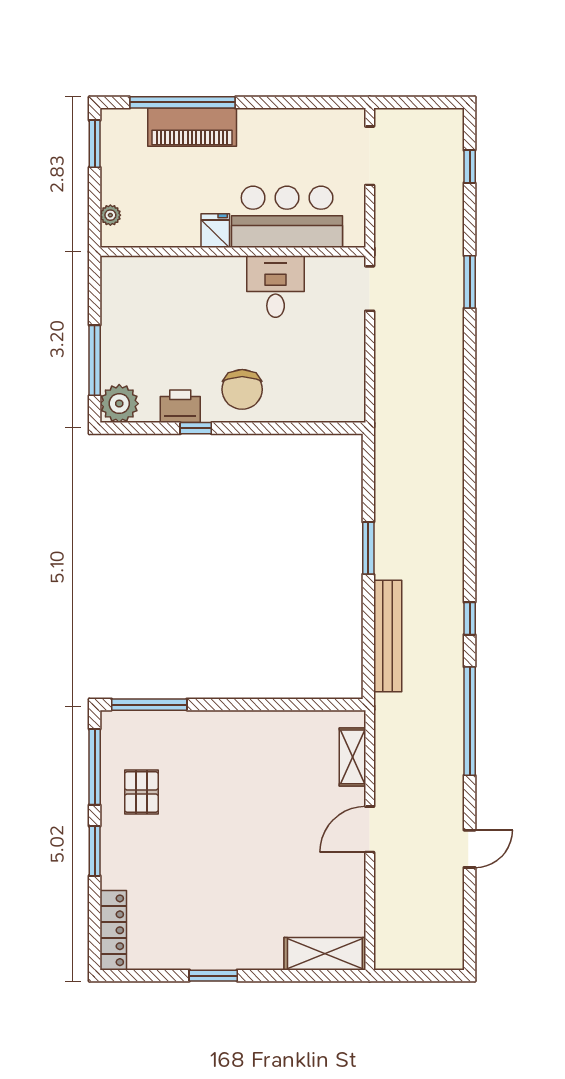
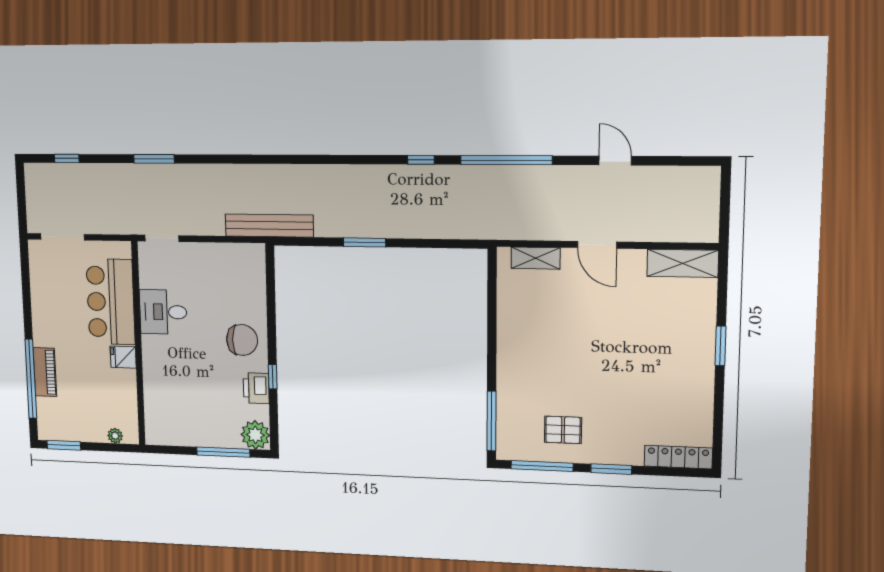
piano: (192, 127) -> (45, 372), width x0.73, depth x0.75
bench: (388, 636) -> (269, 226), moved
shelving: (325, 954) -> (683, 263), moved, turned 90
window: (213, 976) -> (720, 346), moved

